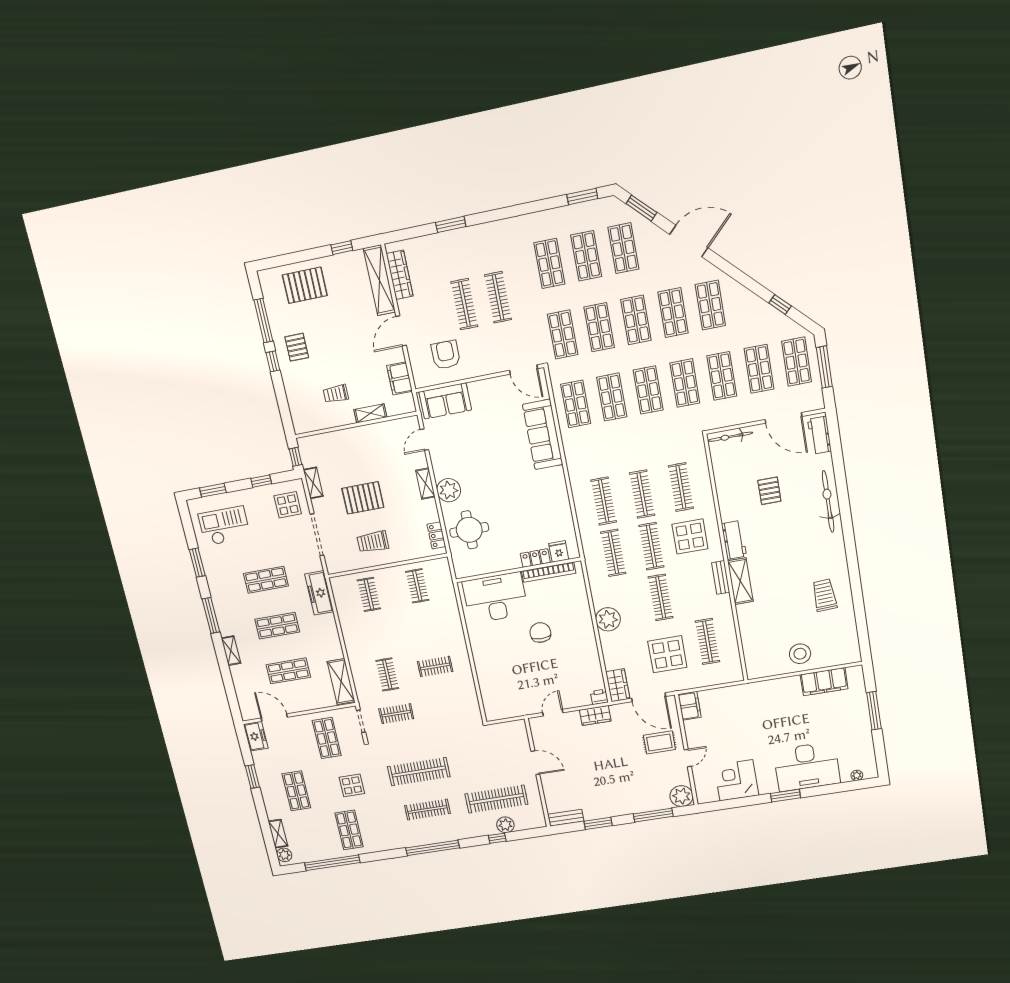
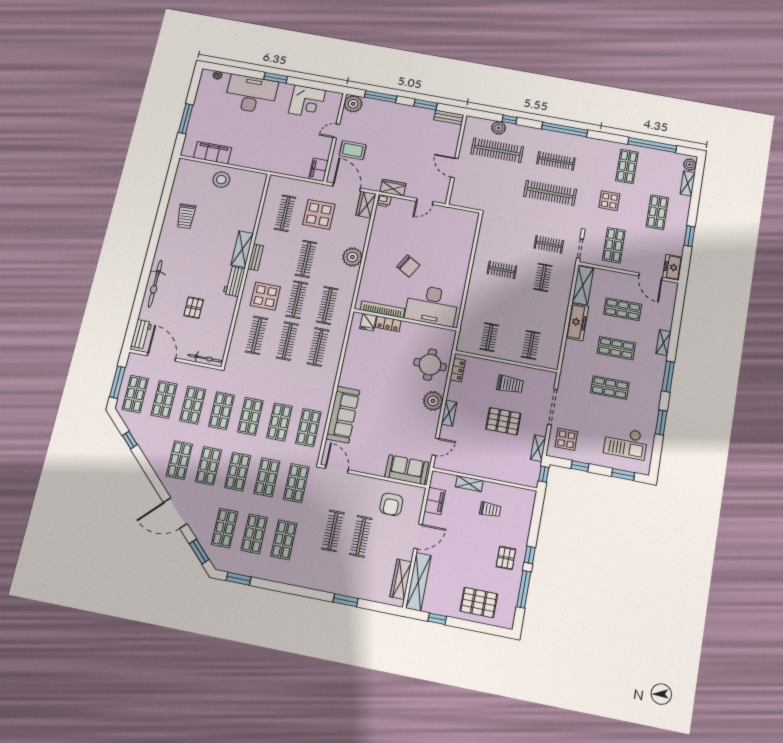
freezer: (319, 593) -> (577, 322), moved
chair: (540, 632) -> (408, 266), turned -60

